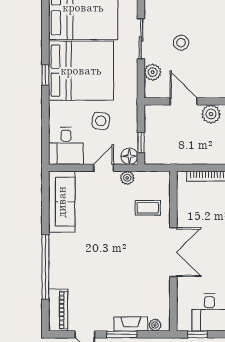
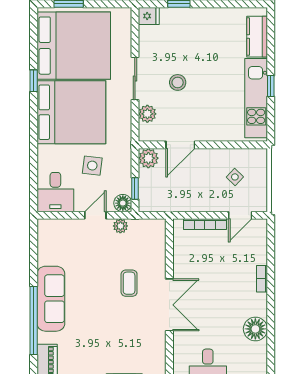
window: (45, 75) -> (34, 81), moved
door: (184, 101) -> (180, 145), swing flipped
plant: (211, 114) -> (148, 158), moved
sofa: (62, 202) -> (51, 299), moved
coffee table: (148, 208) -> (129, 283), moved, turned 90

